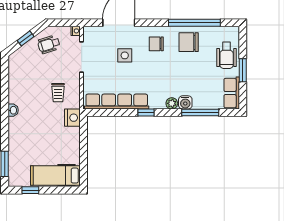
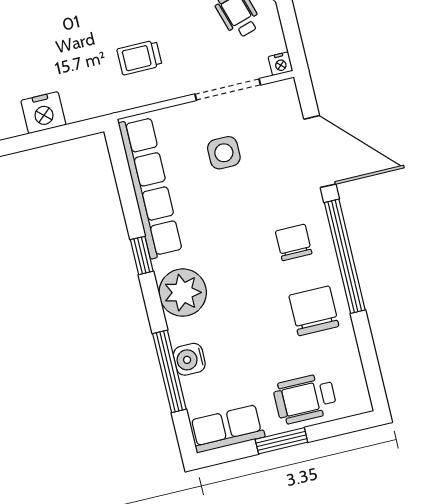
window: (194, 23) -> (345, 256), moved
side table: (125, 55) -> (224, 153), moved
water cooler: (185, 102) -> (189, 359), moved
plant: (172, 103) -> (183, 293), width x1.88, depth x1.88
nightstand: (72, 118) -> (43, 113), moved

